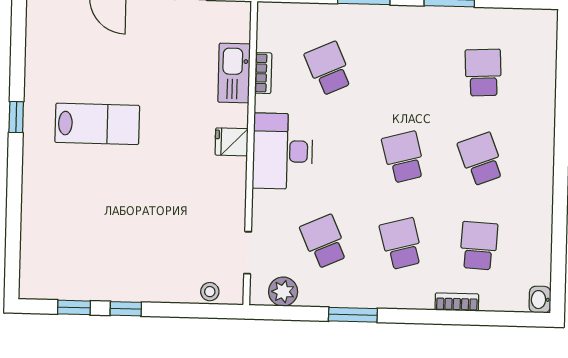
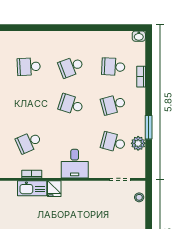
fridge: (232, 142) -> (54, 189), moved
desk: (283, 151) -> (75, 164), width x0.73
school desk: (404, 157) -> (71, 104), turned 33
school desk: (324, 242) -> (113, 142), turned 39
plant: (283, 292) -> (138, 143), moved

